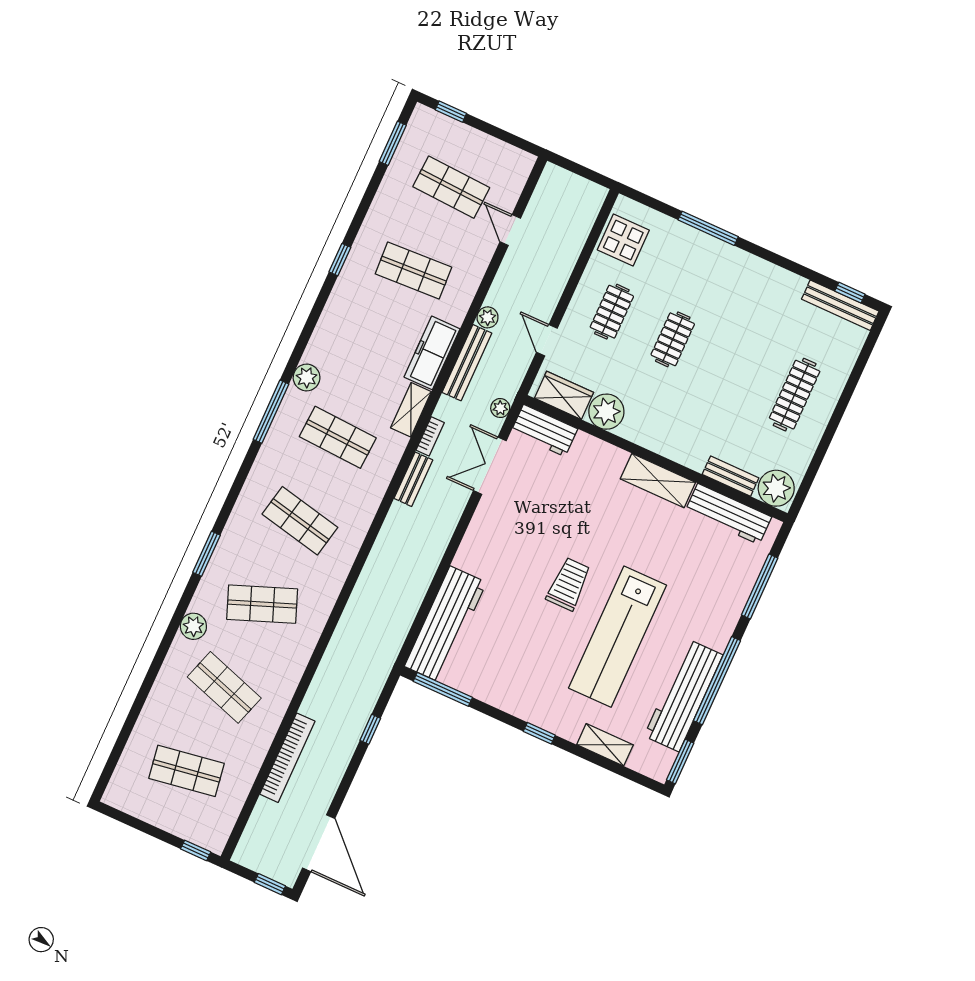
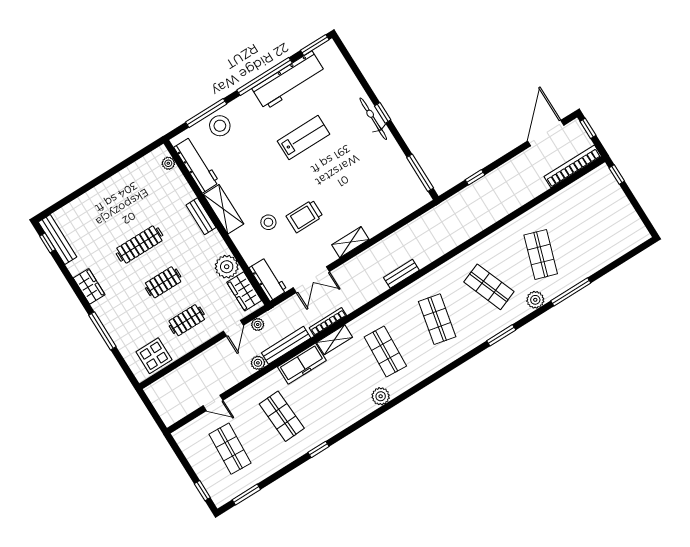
door: (510, 230) -> (213, 403), hinge flipped
wardrobe: (762, 273) -> (89, 286), added
clothes rail: (795, 395) -> (139, 244), moved
plant: (500, 408) -> (258, 324), moved
window: (271, 412) -> (571, 292), moved
bookcase: (430, 436) -> (328, 322), width x1.56
bench: (731, 476) -> (201, 216), moved
bench: (413, 479) -> (401, 274), moved
plant: (776, 488) -> (168, 163), width x0.53, depth x0.53
stool: (591, 502) -> (268, 222), added
stool: (732, 582) -> (220, 126), added
trolley: (569, 584) -> (305, 216), moved
workbench: (445, 624) -> (395, 208), removed
lab bench: (618, 637) -> (303, 138), width x0.54, depth x0.72
bicycle: (546, 718) -> (373, 119), added
shelving: (605, 745) -> (350, 242), moved, turned 90
bookcase: (287, 758) -> (573, 166), moved
shop shelf: (186, 771) -> (592, 222), removed

